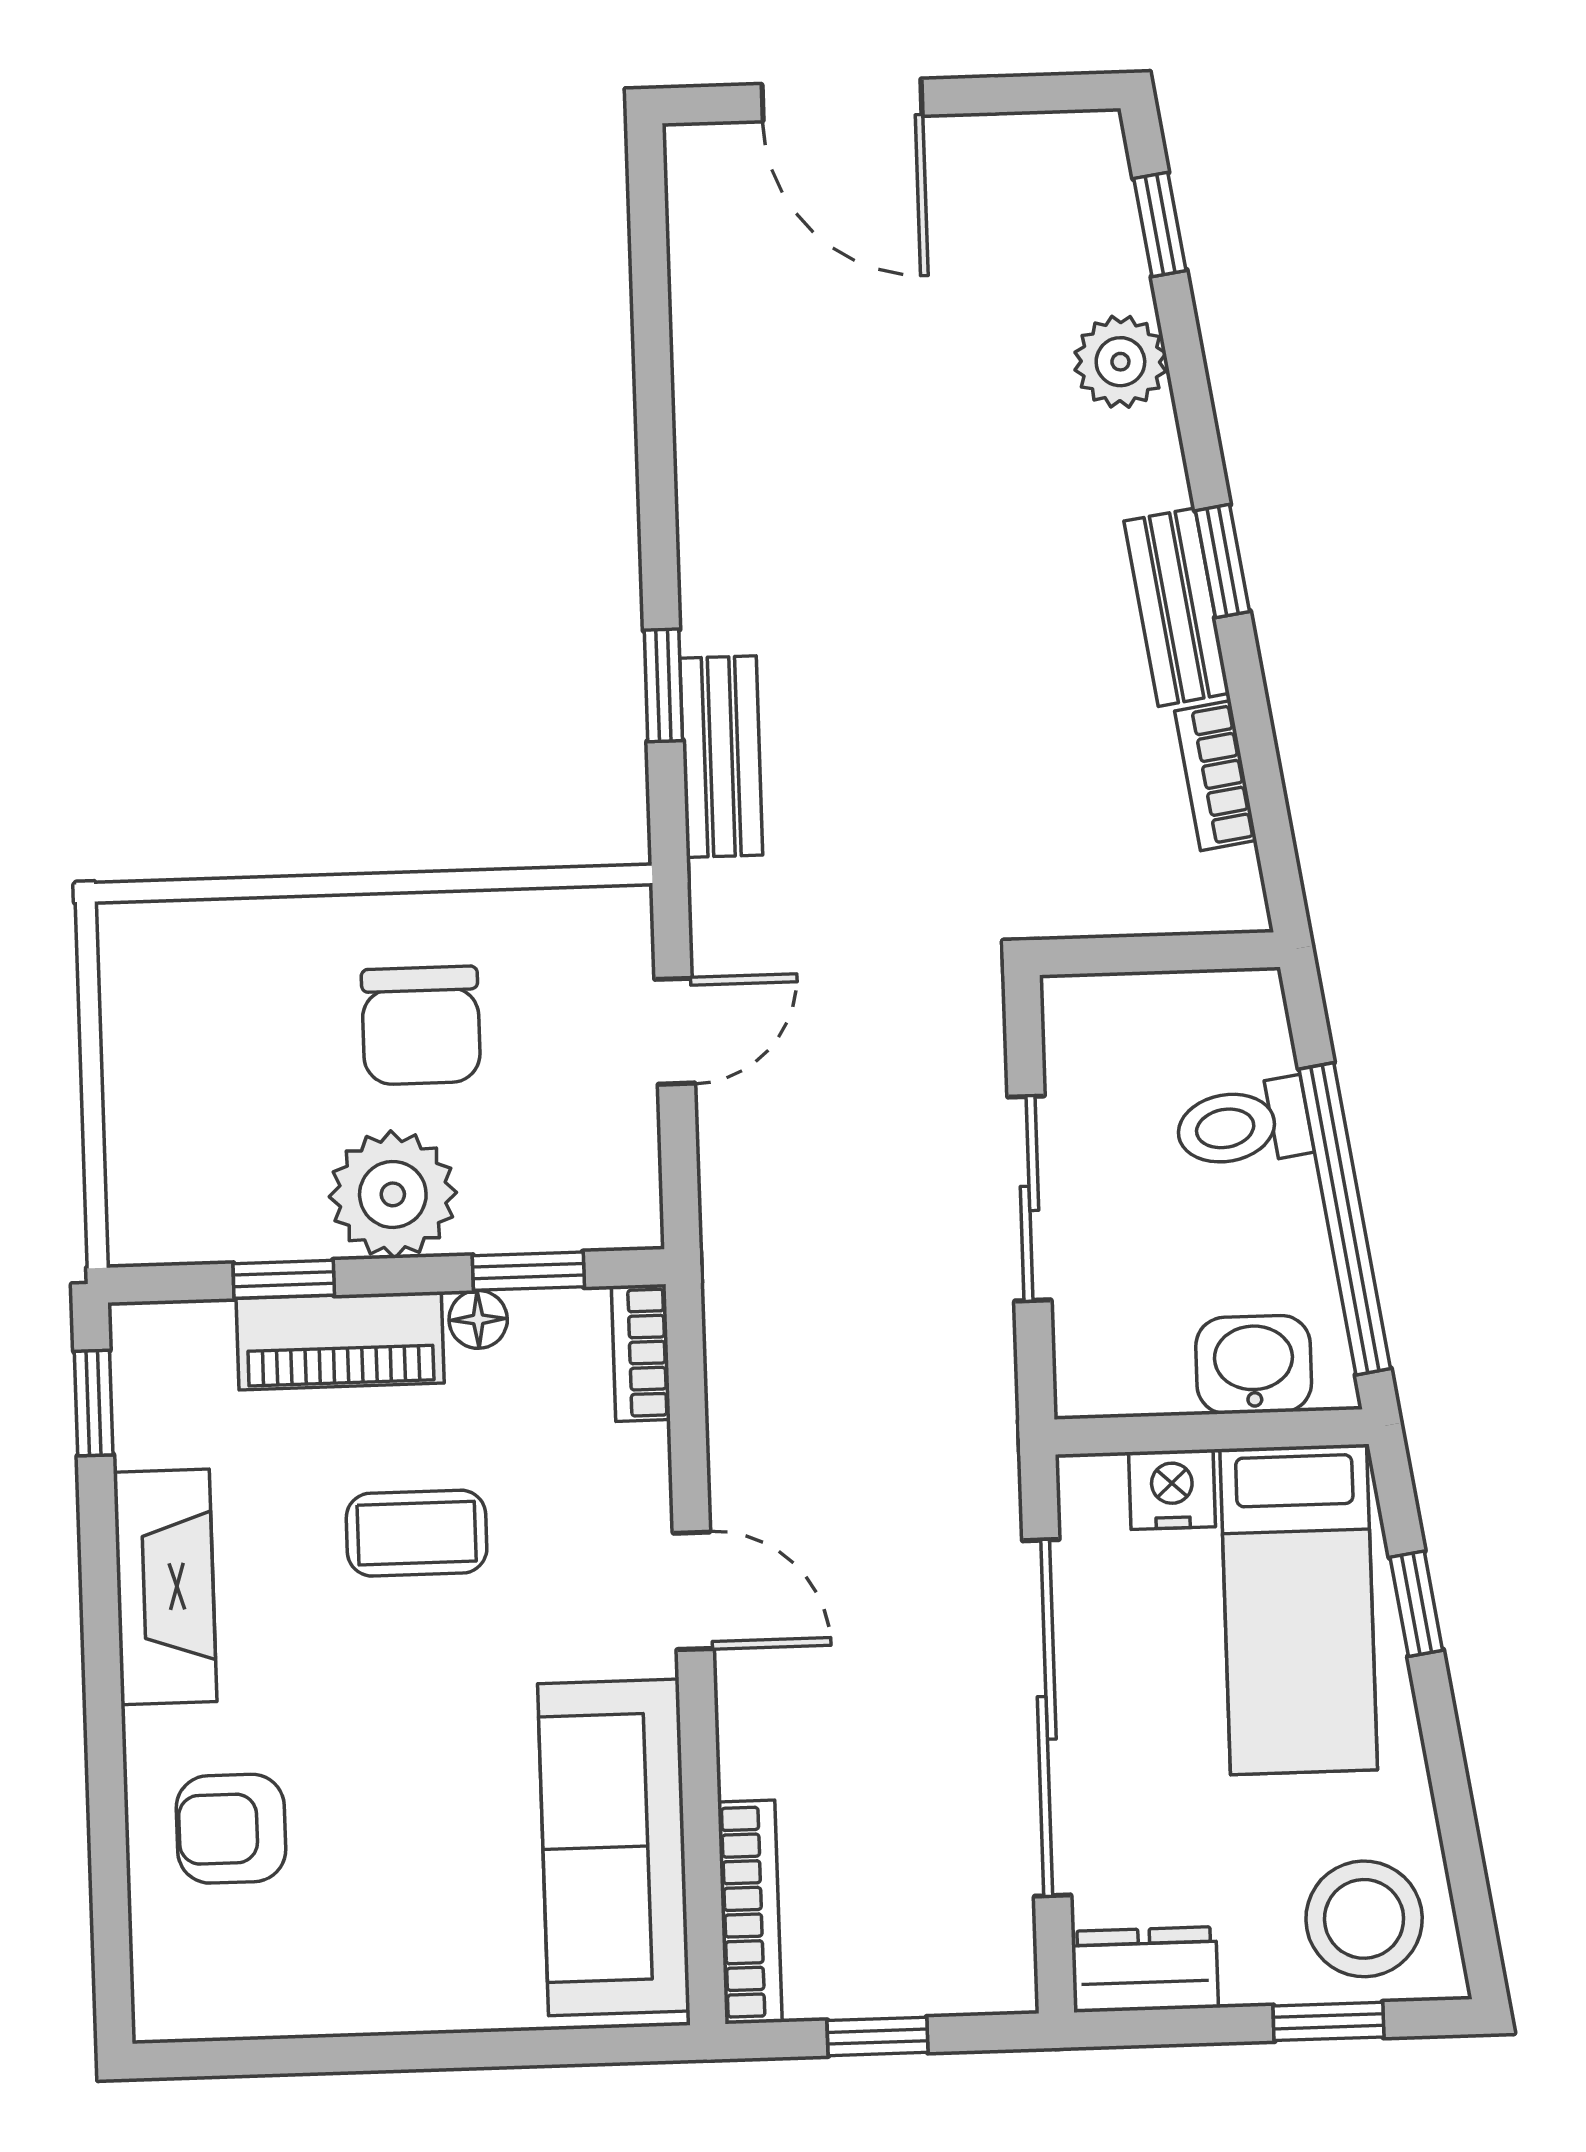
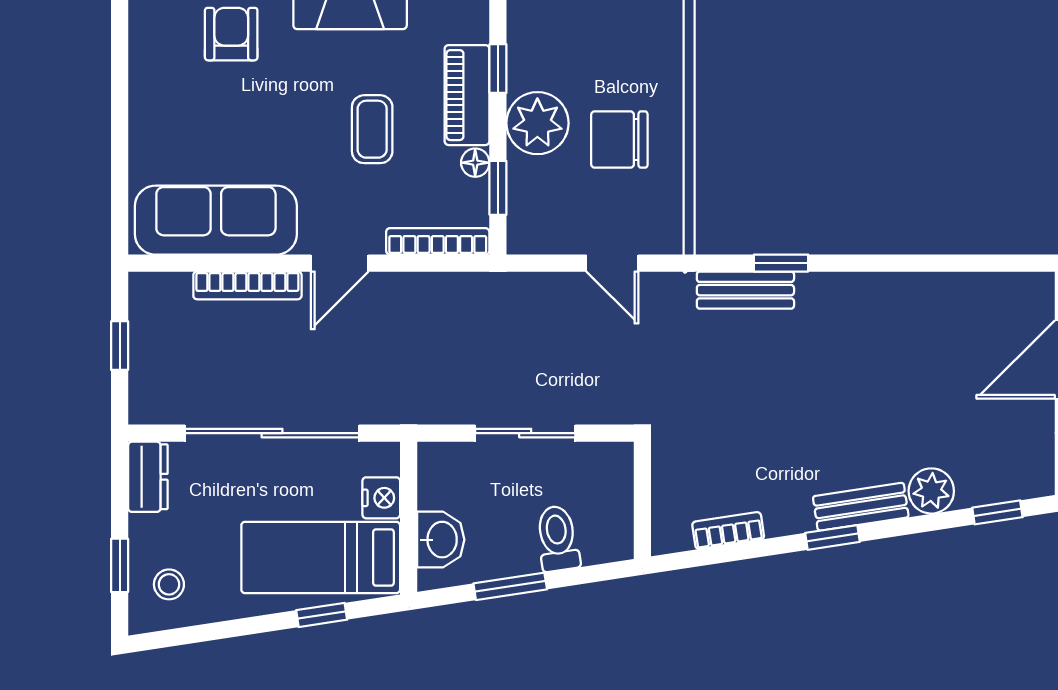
bench: (1177, 607) -> (861, 507), moved
window: (1345, 1219) -> (510, 586), width x0.47
bookcase: (641, 1353) -> (438, 241), width x1.56
bookcase: (750, 1912) -> (247, 285), moved
stool: (1364, 1919) -> (169, 584), width x0.53, depth x0.53

